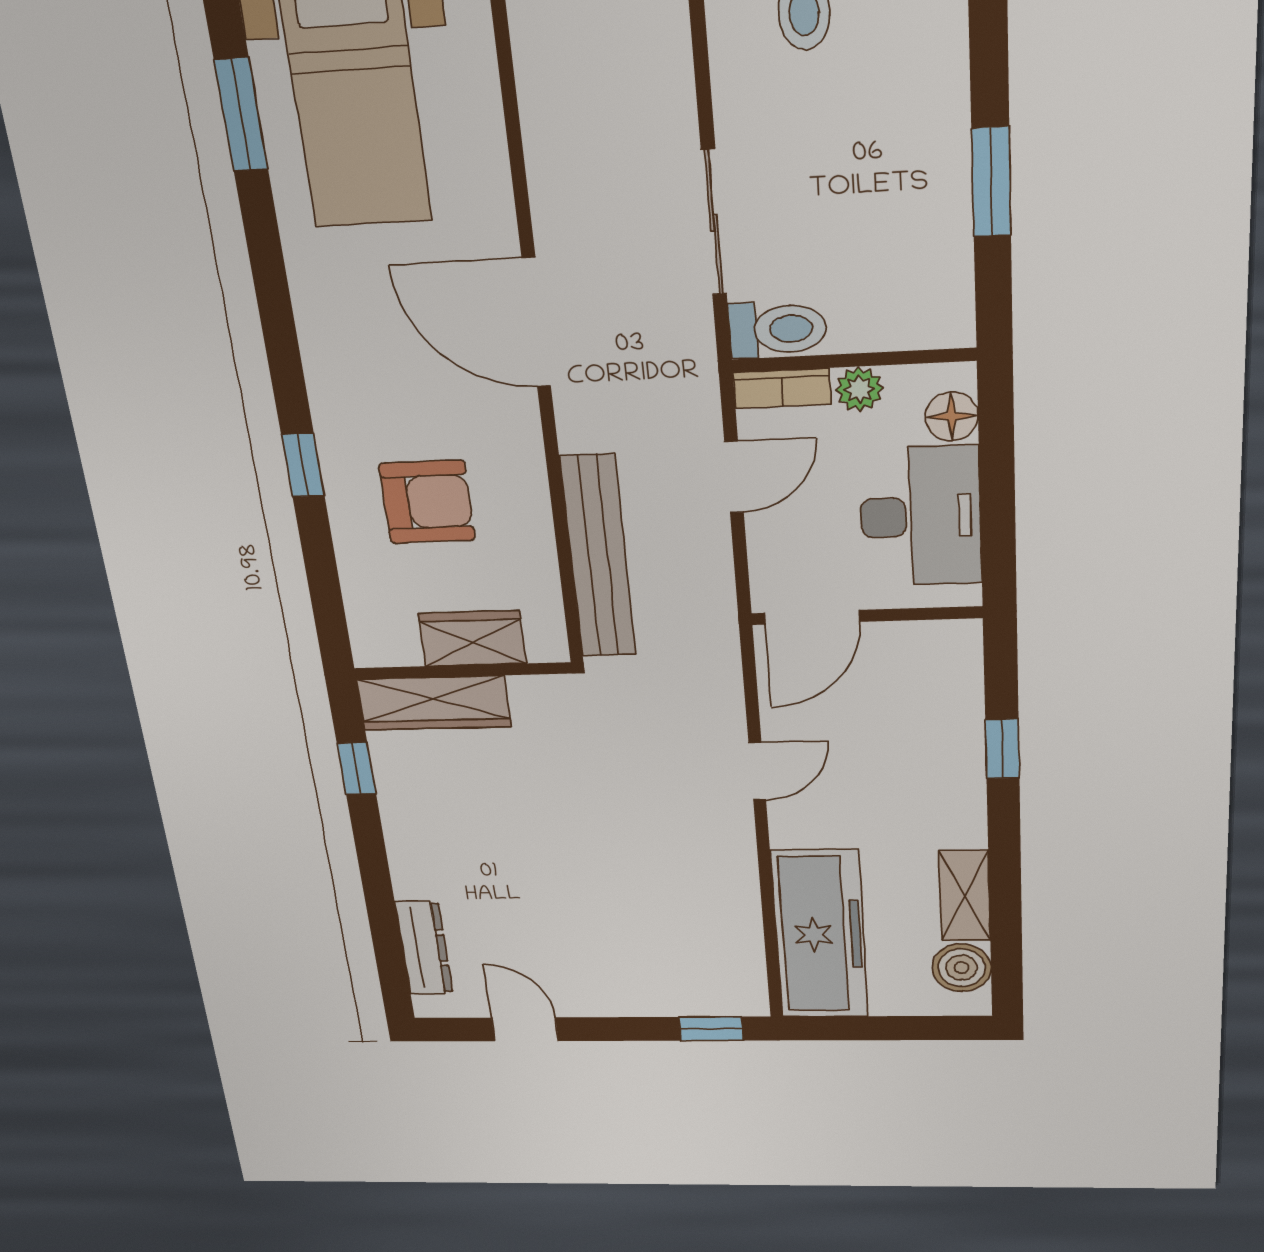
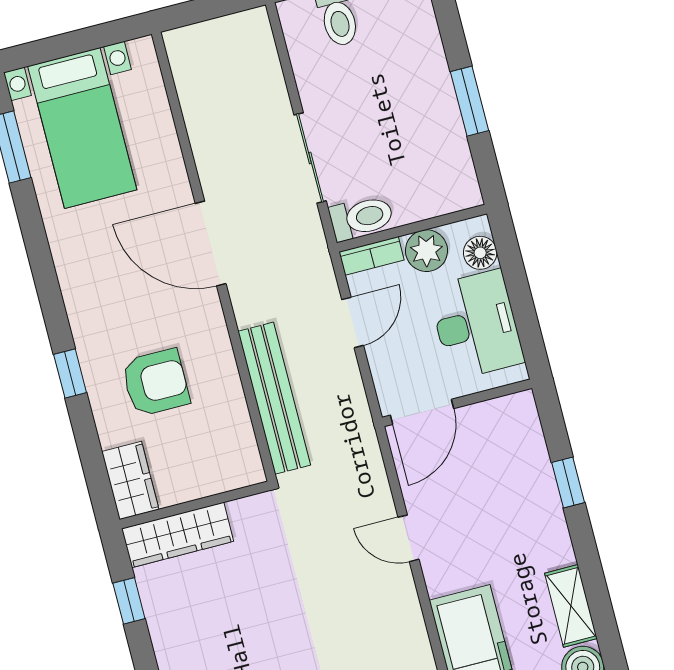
plant: (859, 389) -> (426, 251), width x1.38, depth x1.38
wardrobe: (472, 639) -> (130, 480), moved, turned 90
door: (757, 771) -> (408, 538), swing flipped

